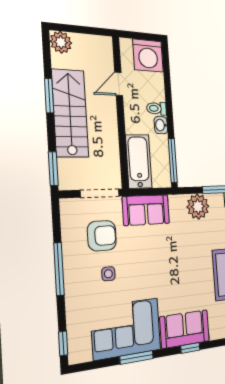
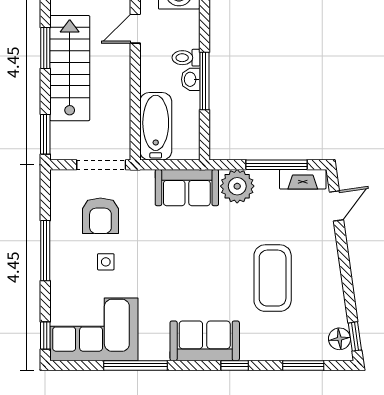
window: (173, 160) -> (204, 81), moved
sofa: (146, 210) -> (187, 188), moved
armchair: (102, 236) -> (100, 216), turned 90
corner sofa: (126, 329) -> (94, 329), moved
window: (190, 348) -> (235, 365), moved
window: (137, 357) -> (135, 365), width x1.44

